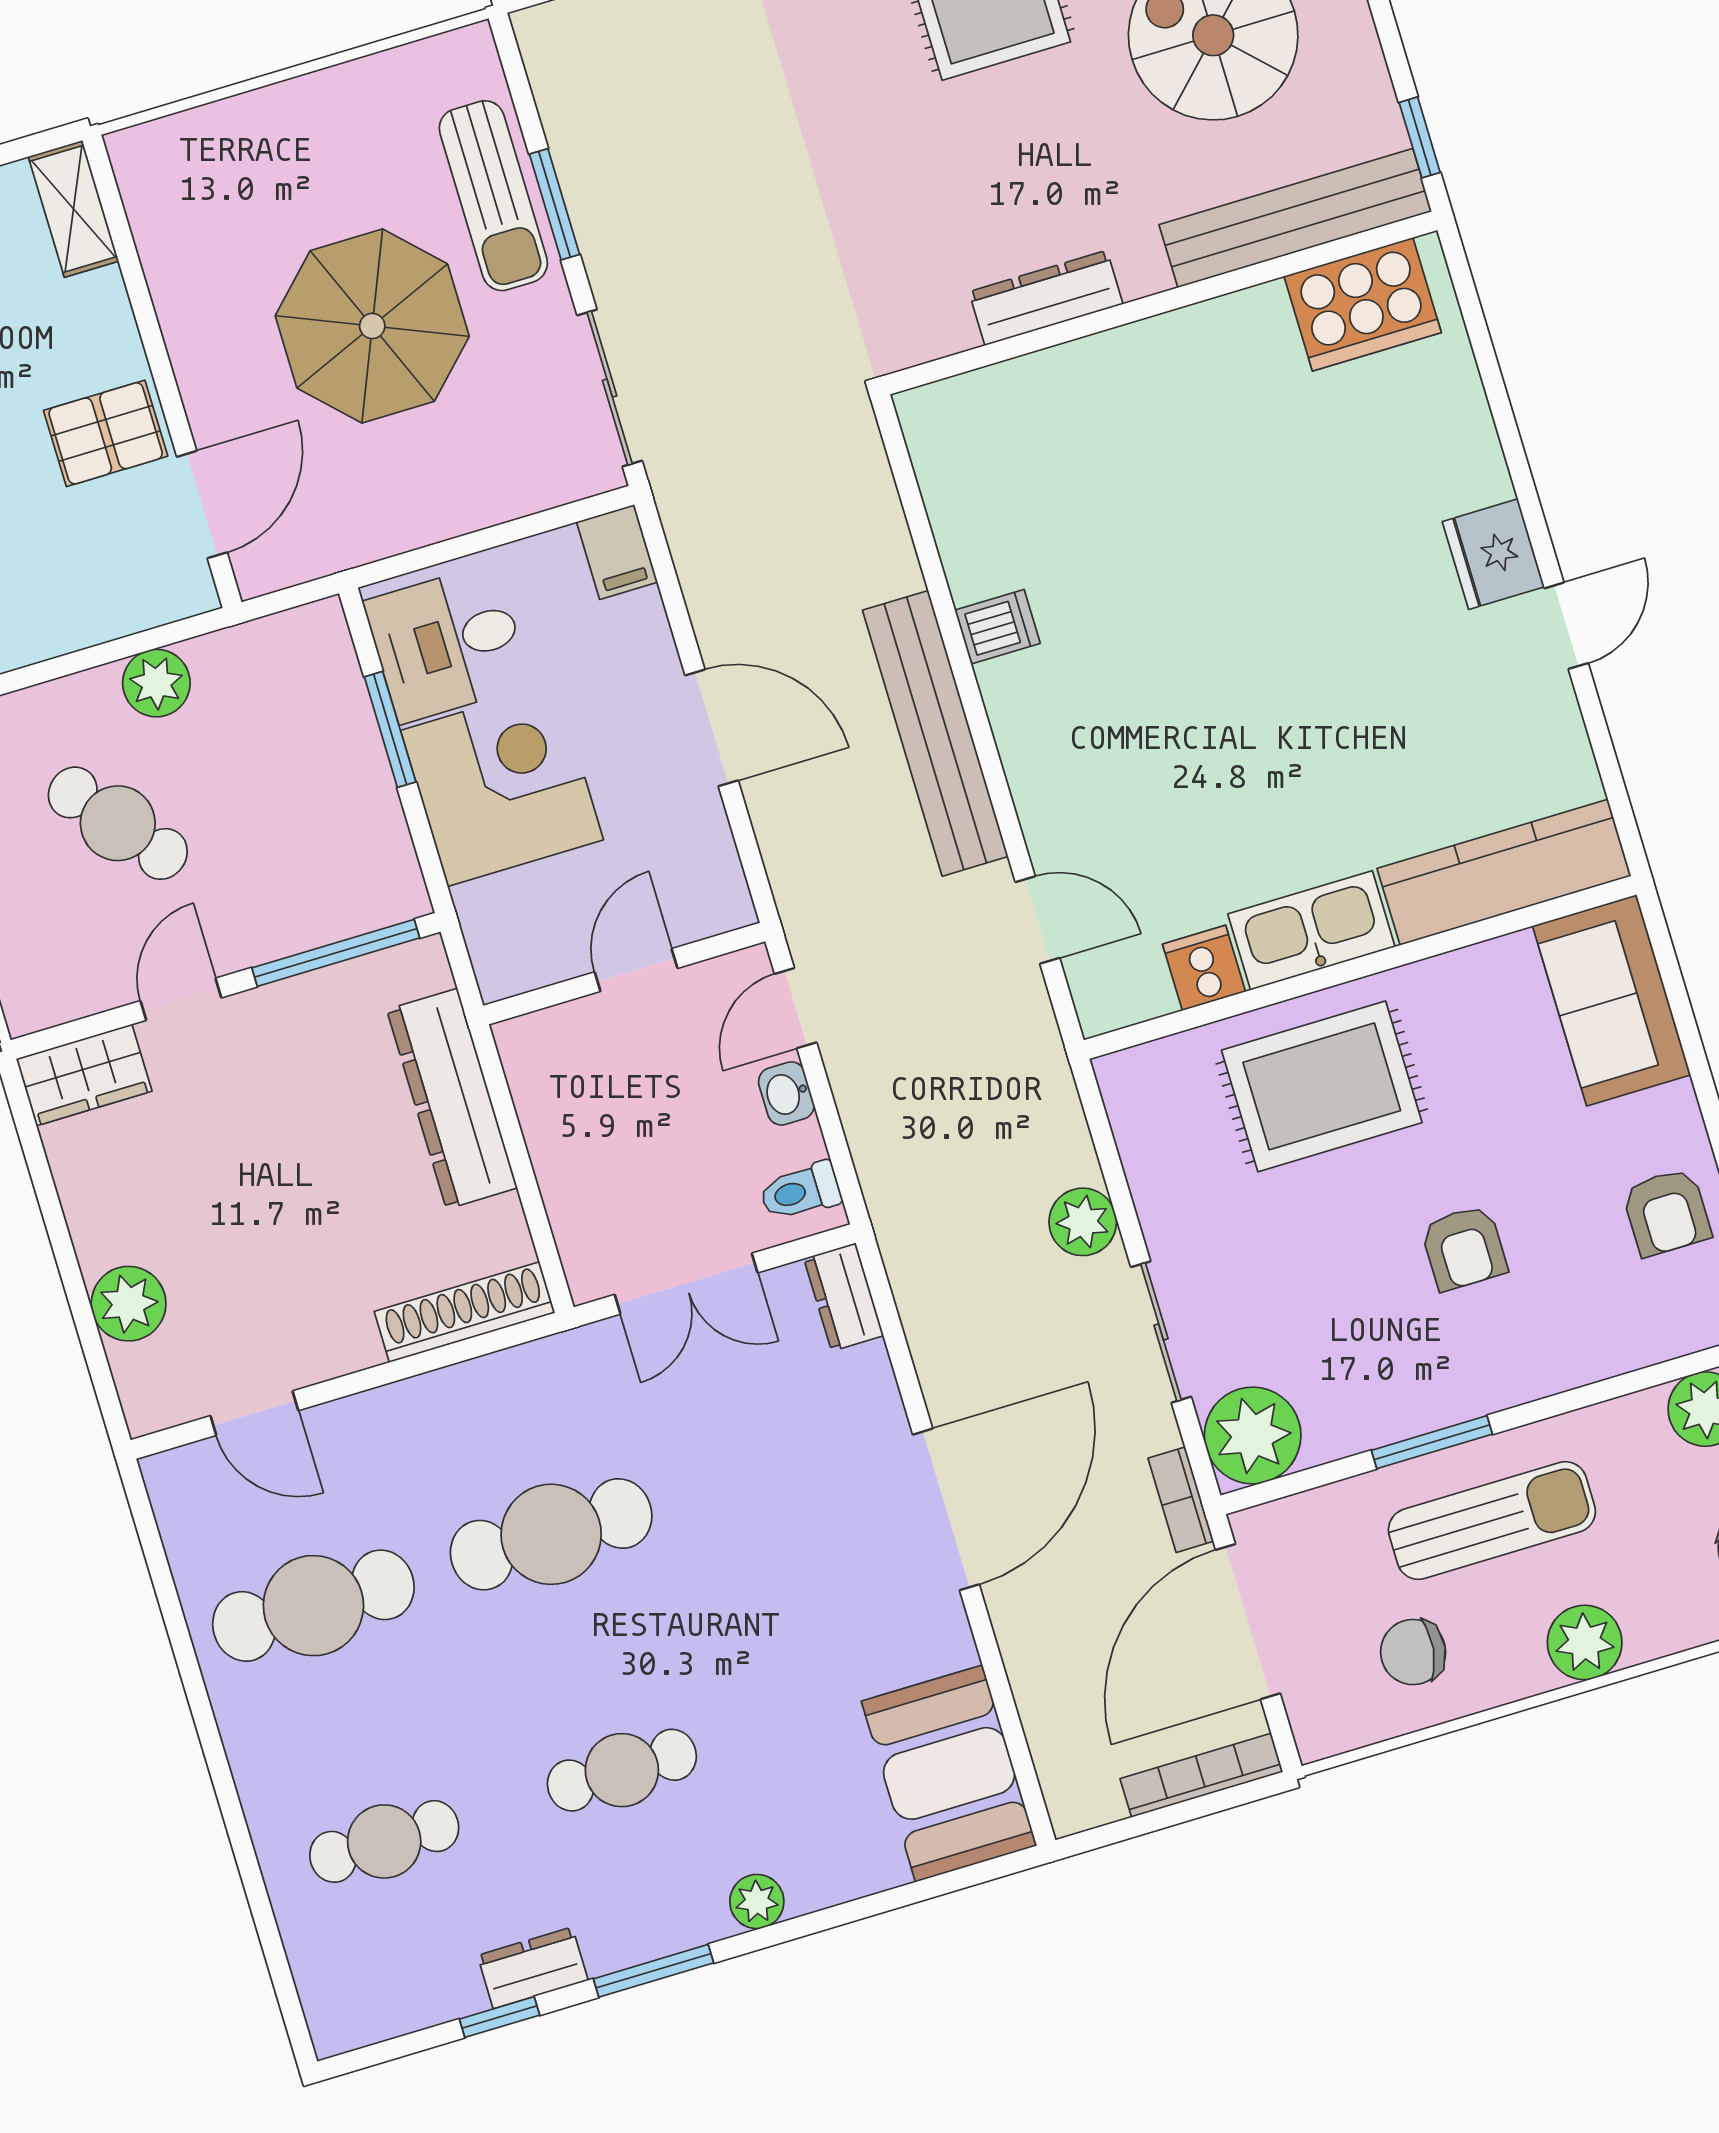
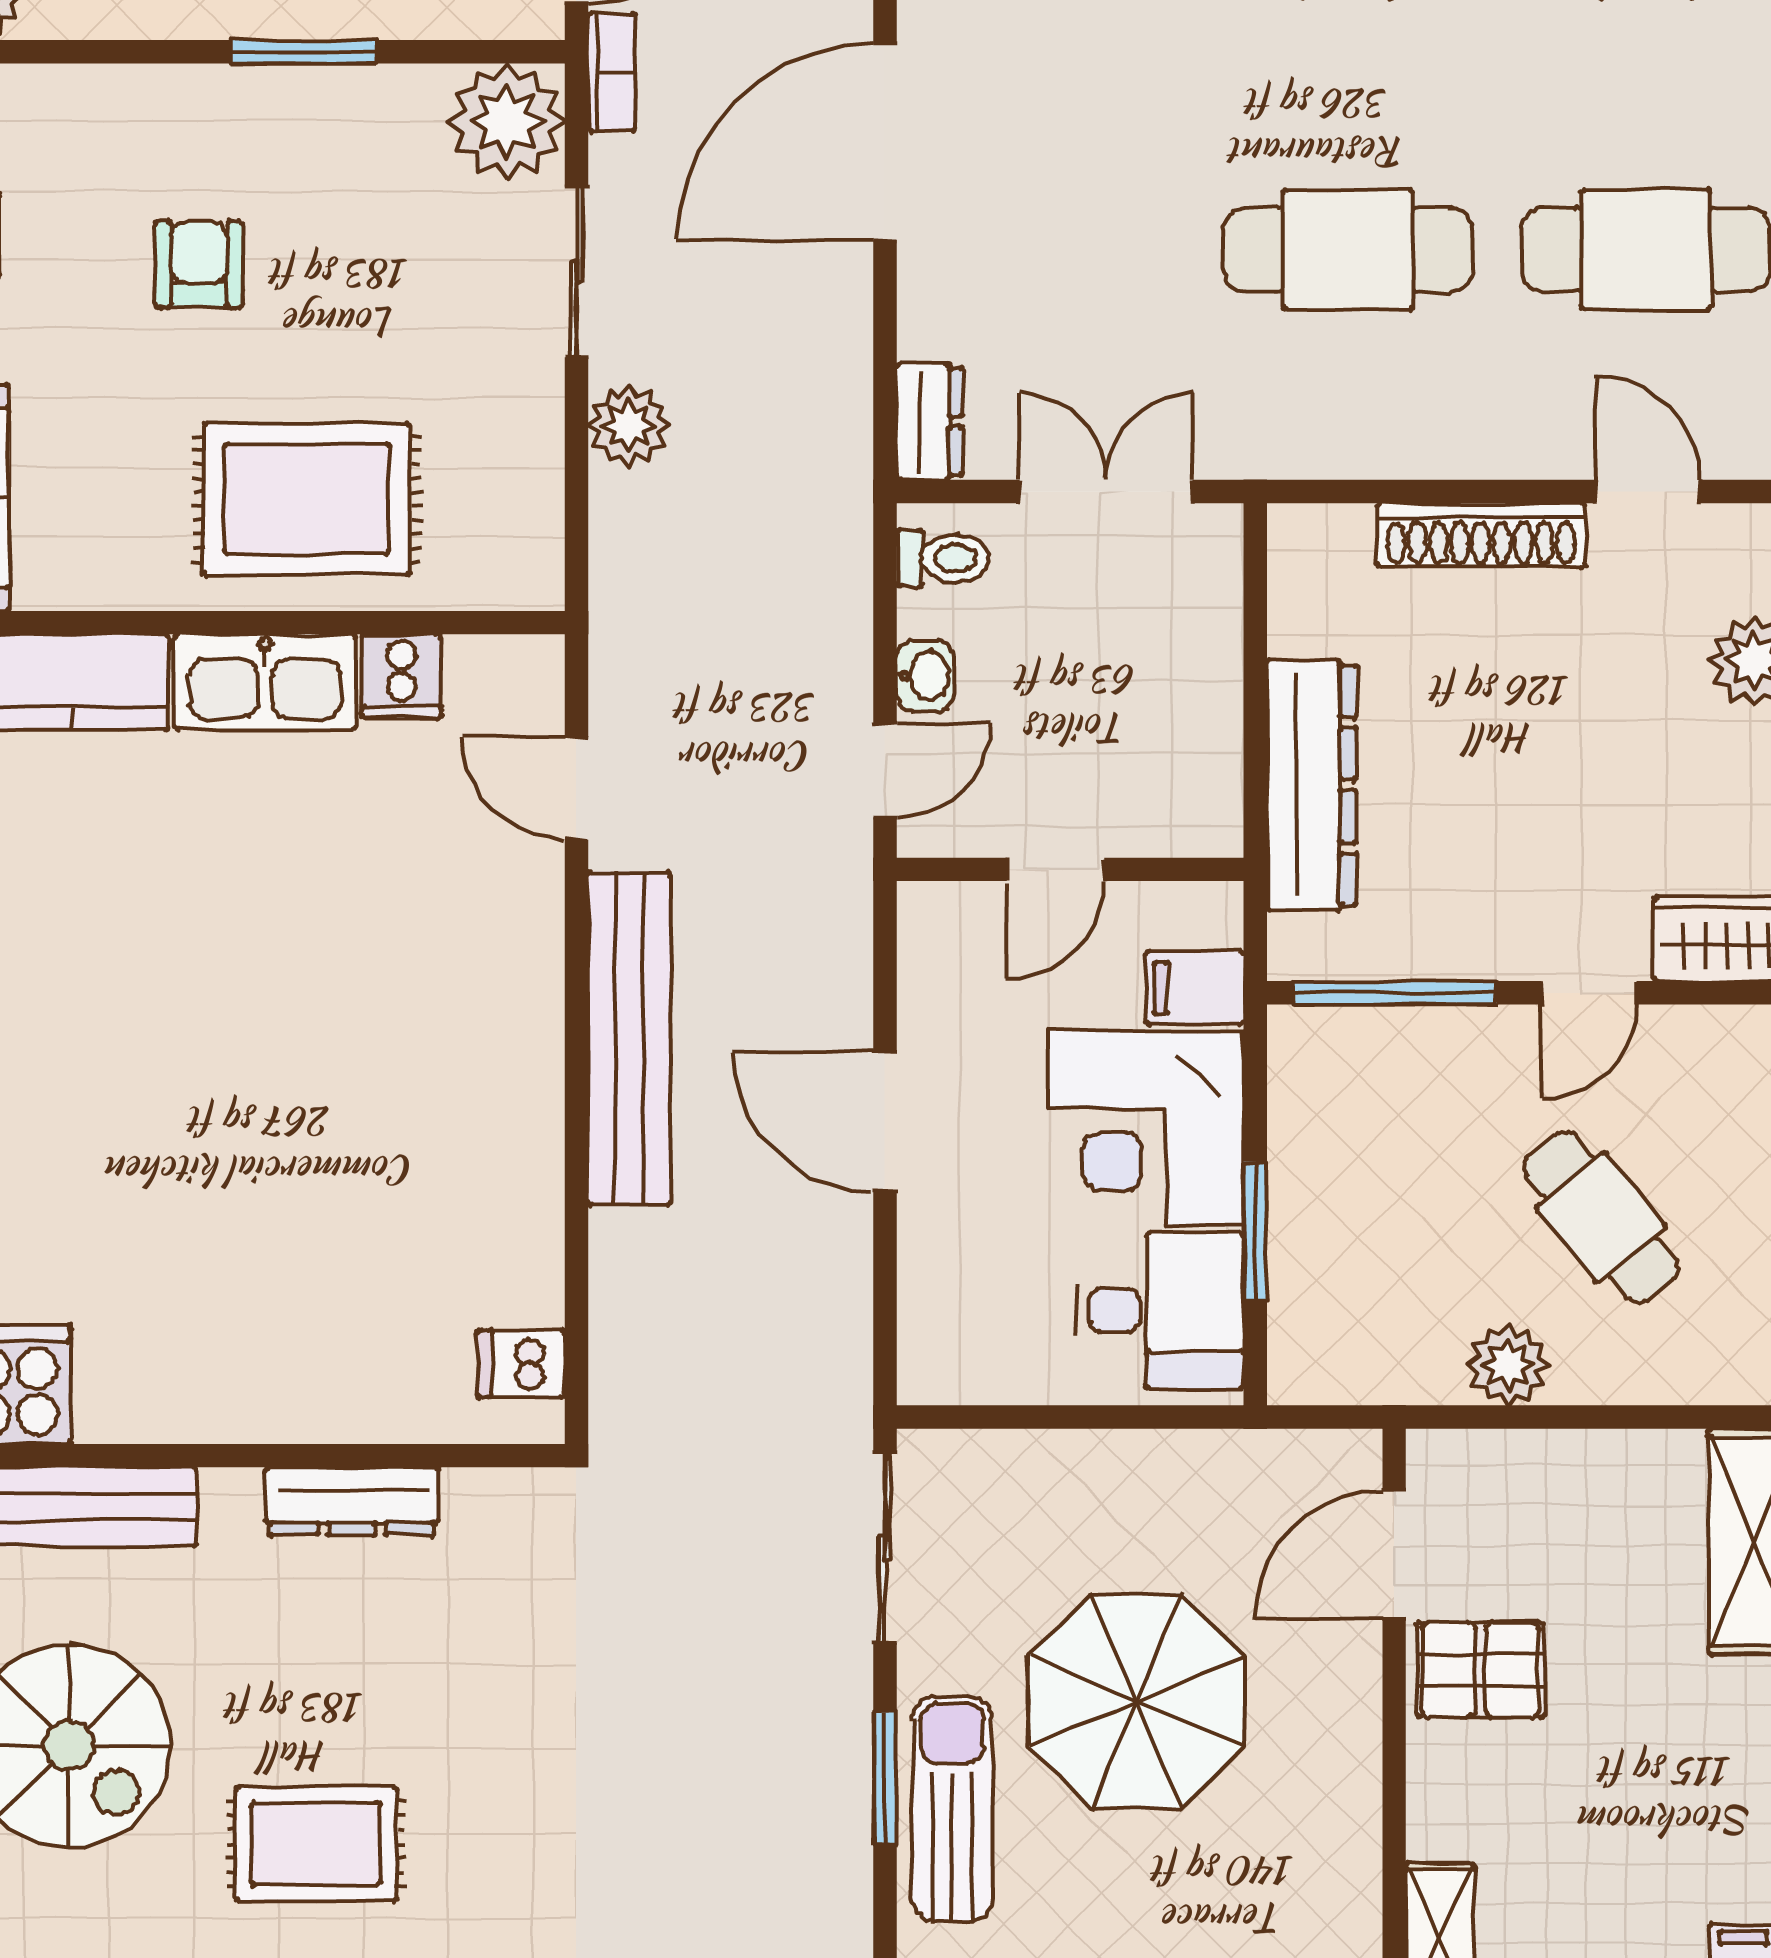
filing cabinet: (617, 552) -> (1195, 988), moved, turned -90
dishwasher: (997, 627) -> (521, 1364), moved
shoe rack: (465, 1312) -> (1481, 535), moved

